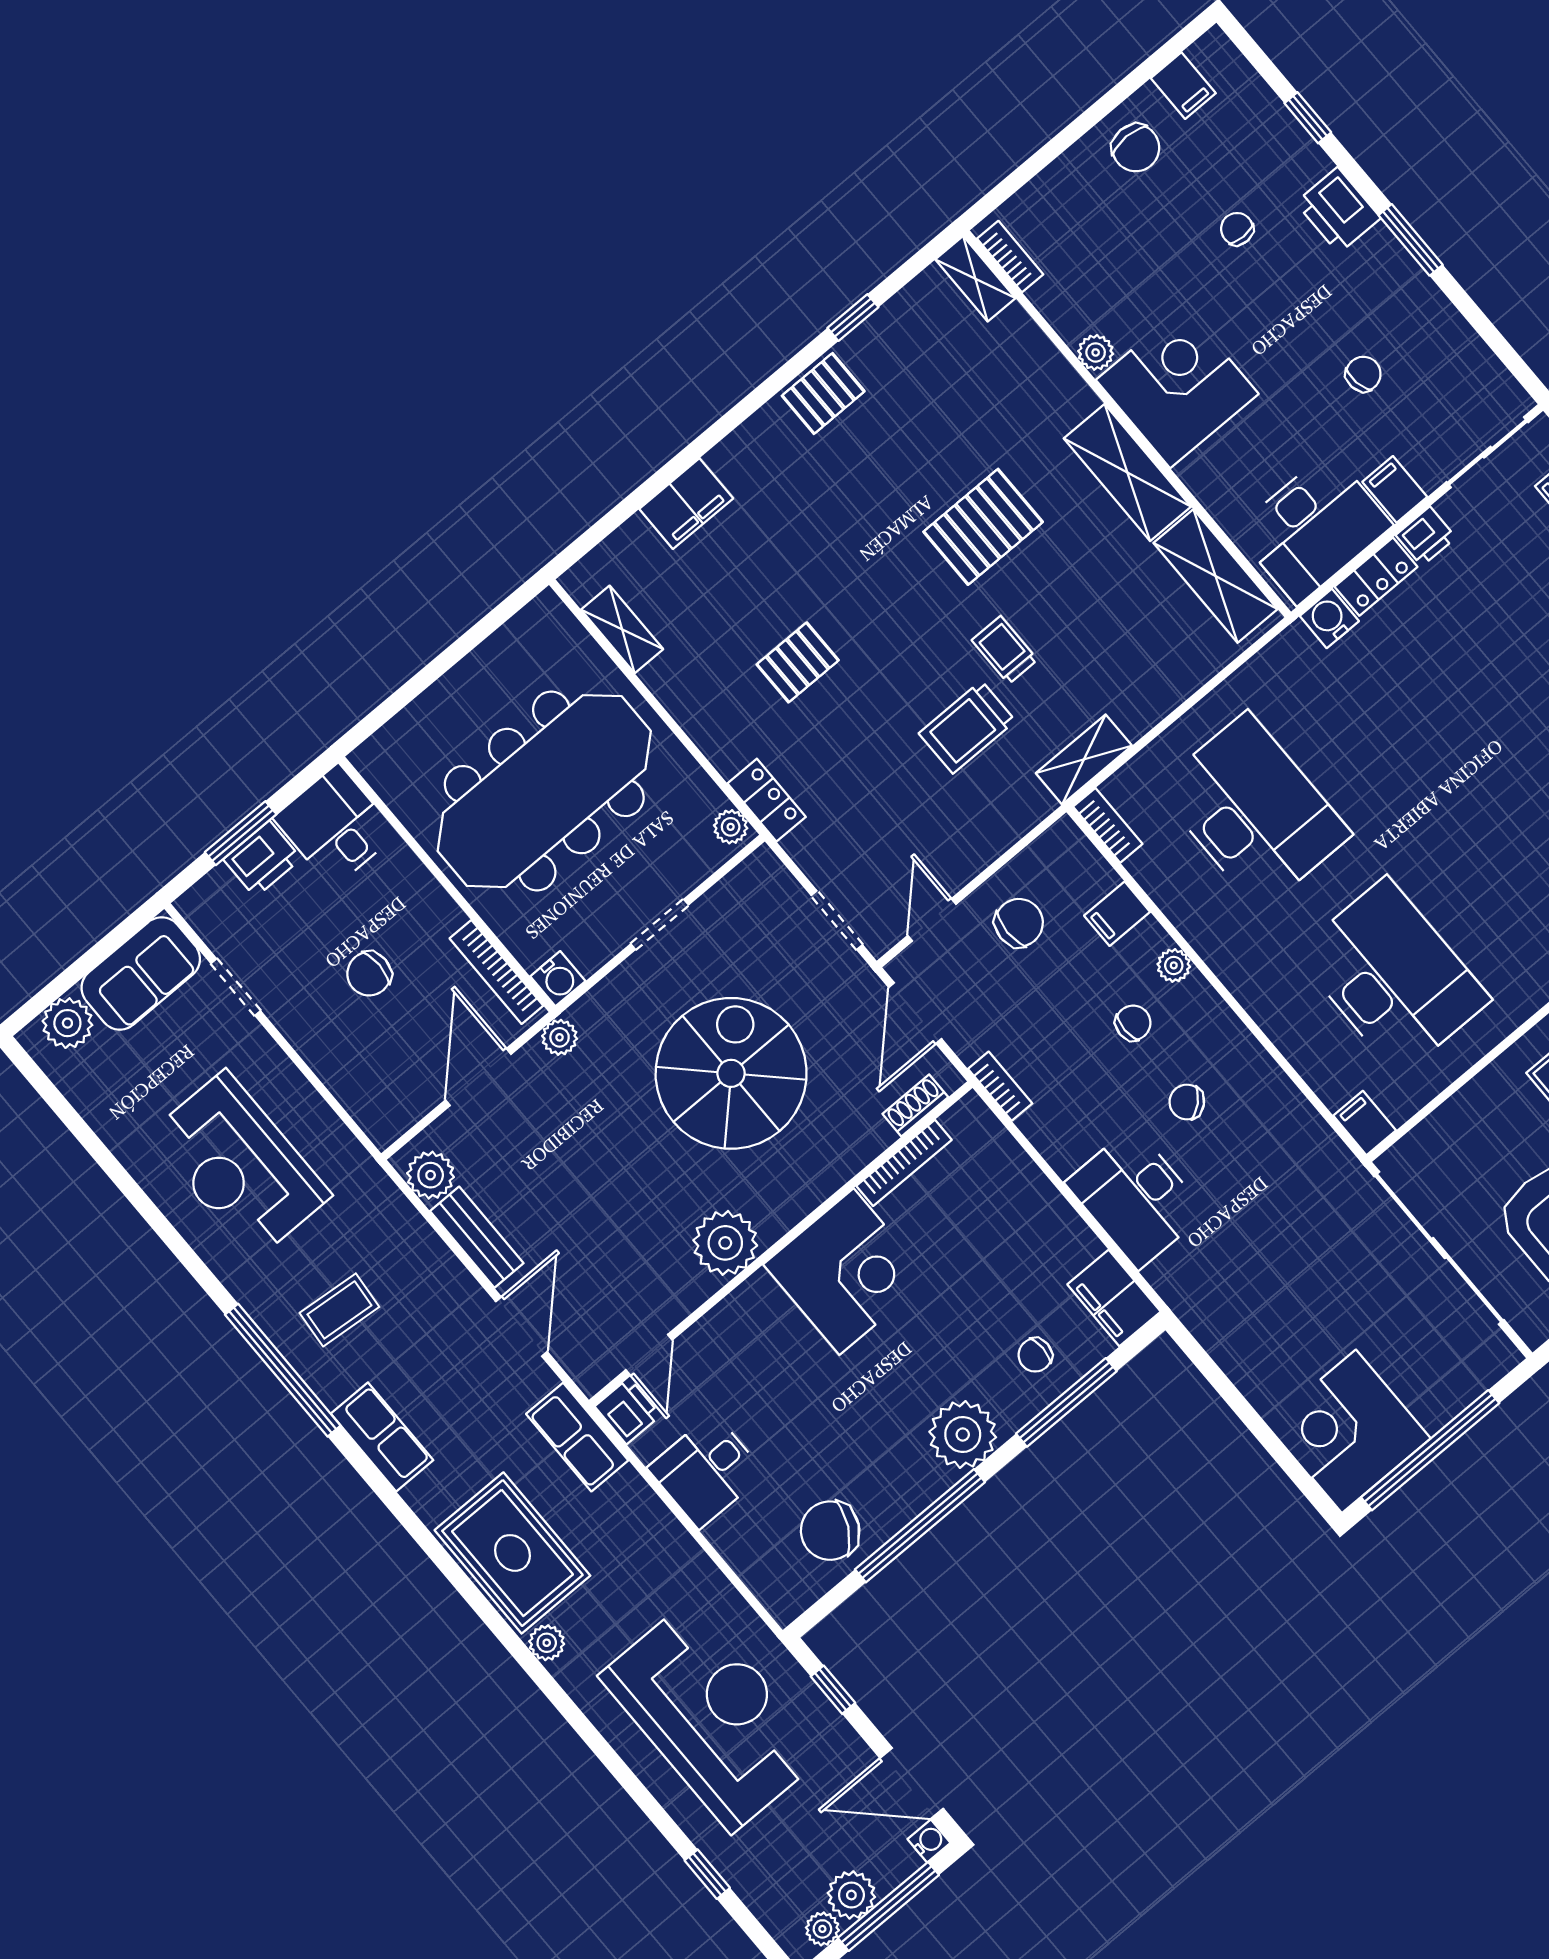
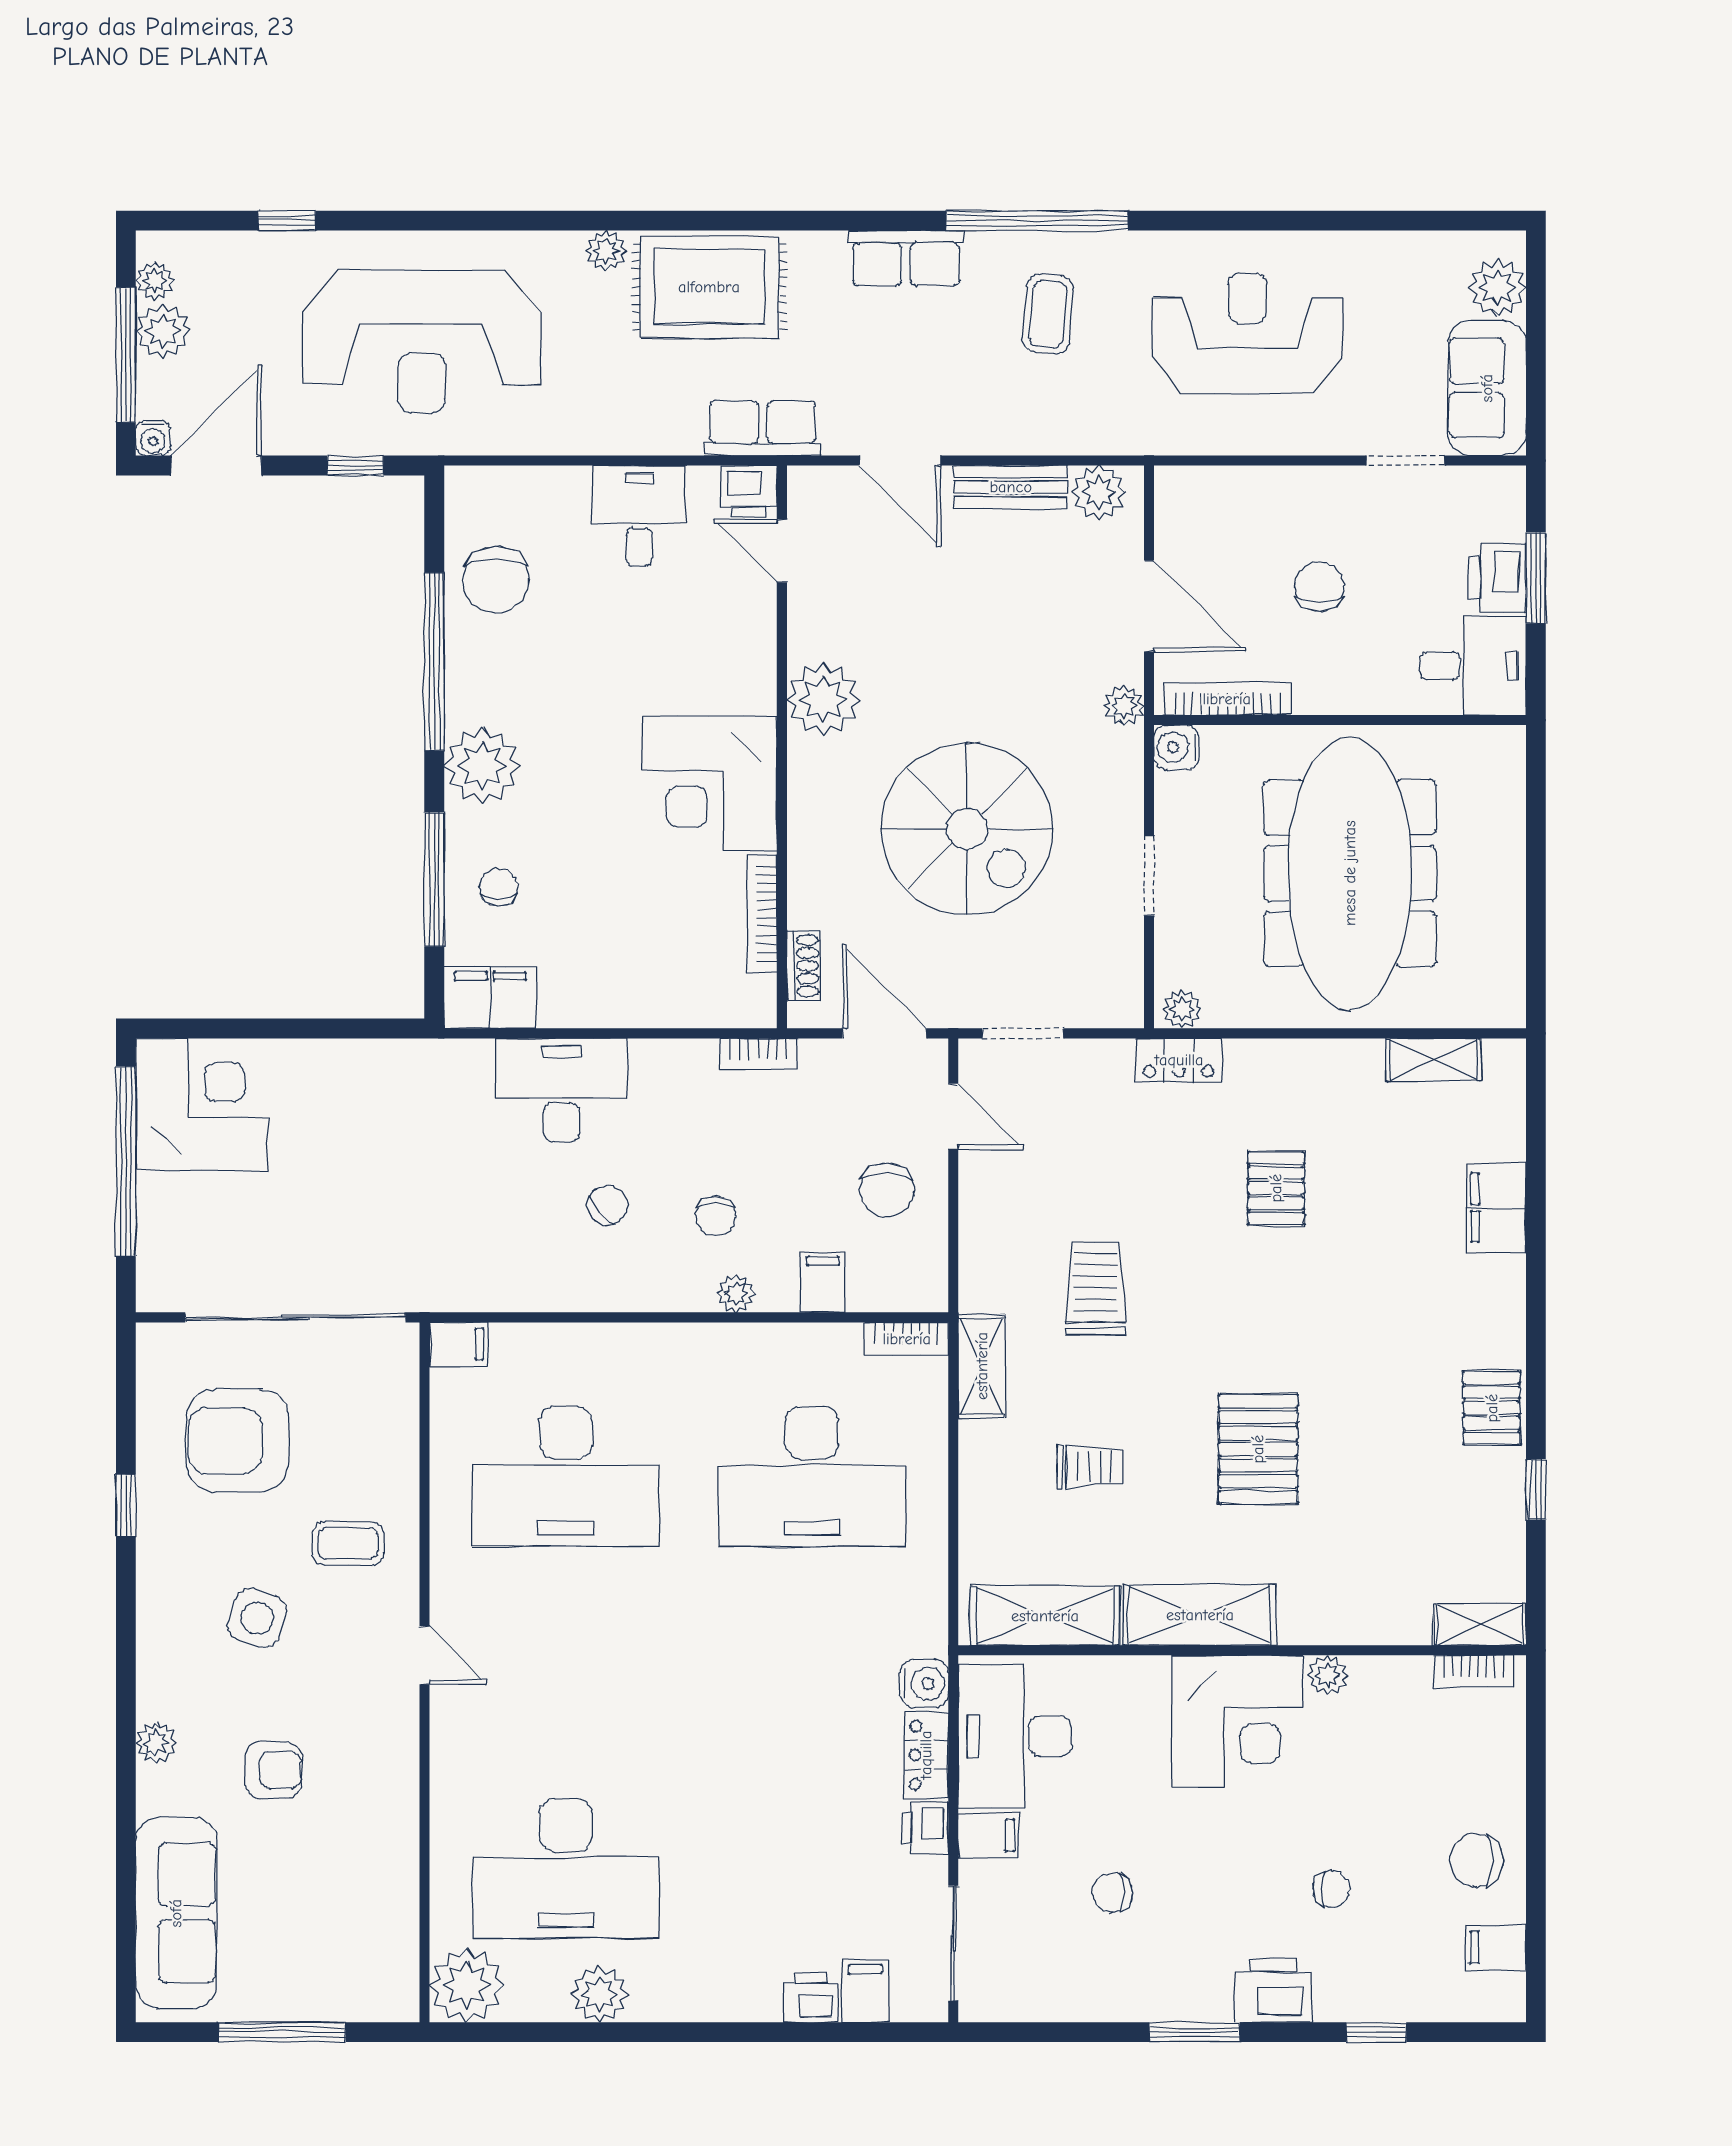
chair: (1363, 374) -> (1112, 1893), turned 99
trolley: (1005, 650) -> (1090, 1467), moved
chair: (830, 1531) -> (496, 580), turned 152

